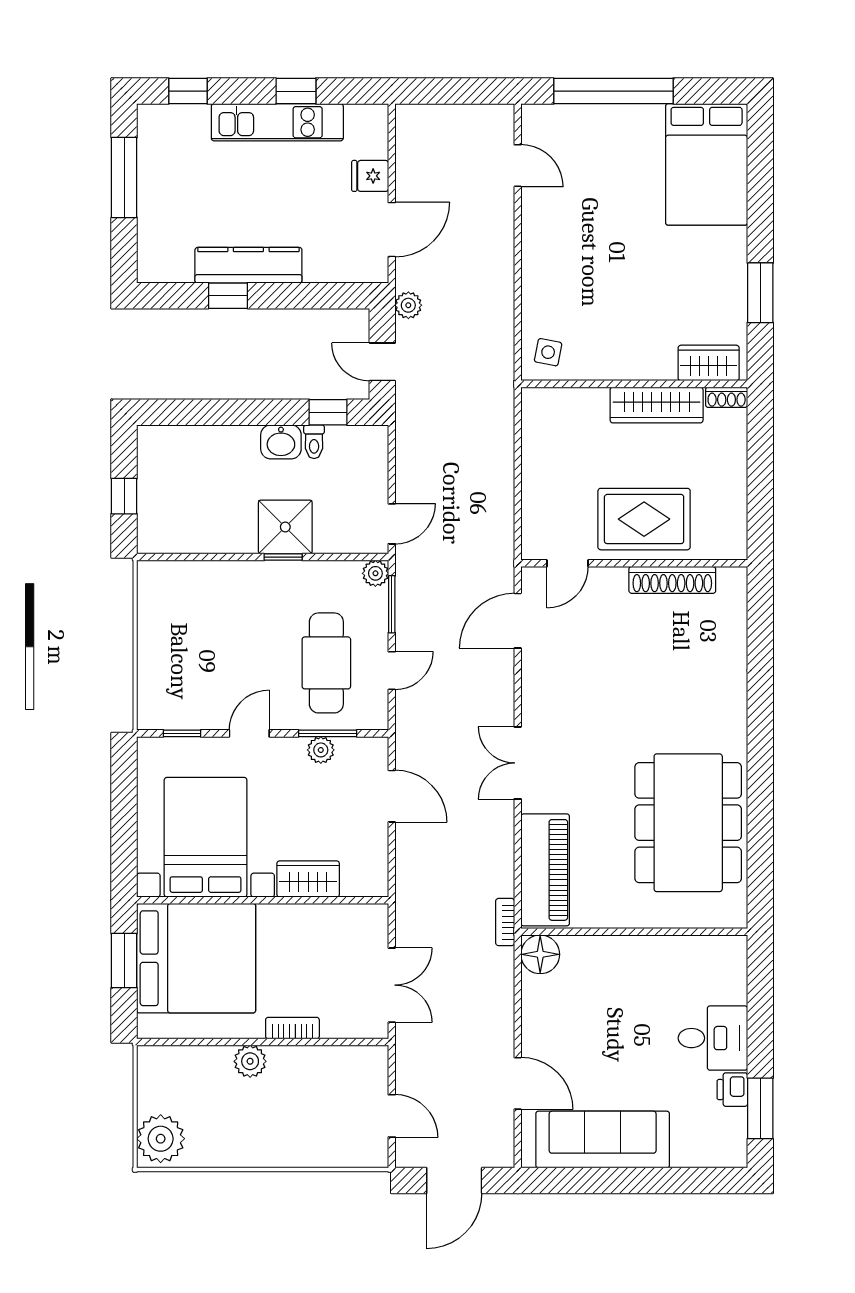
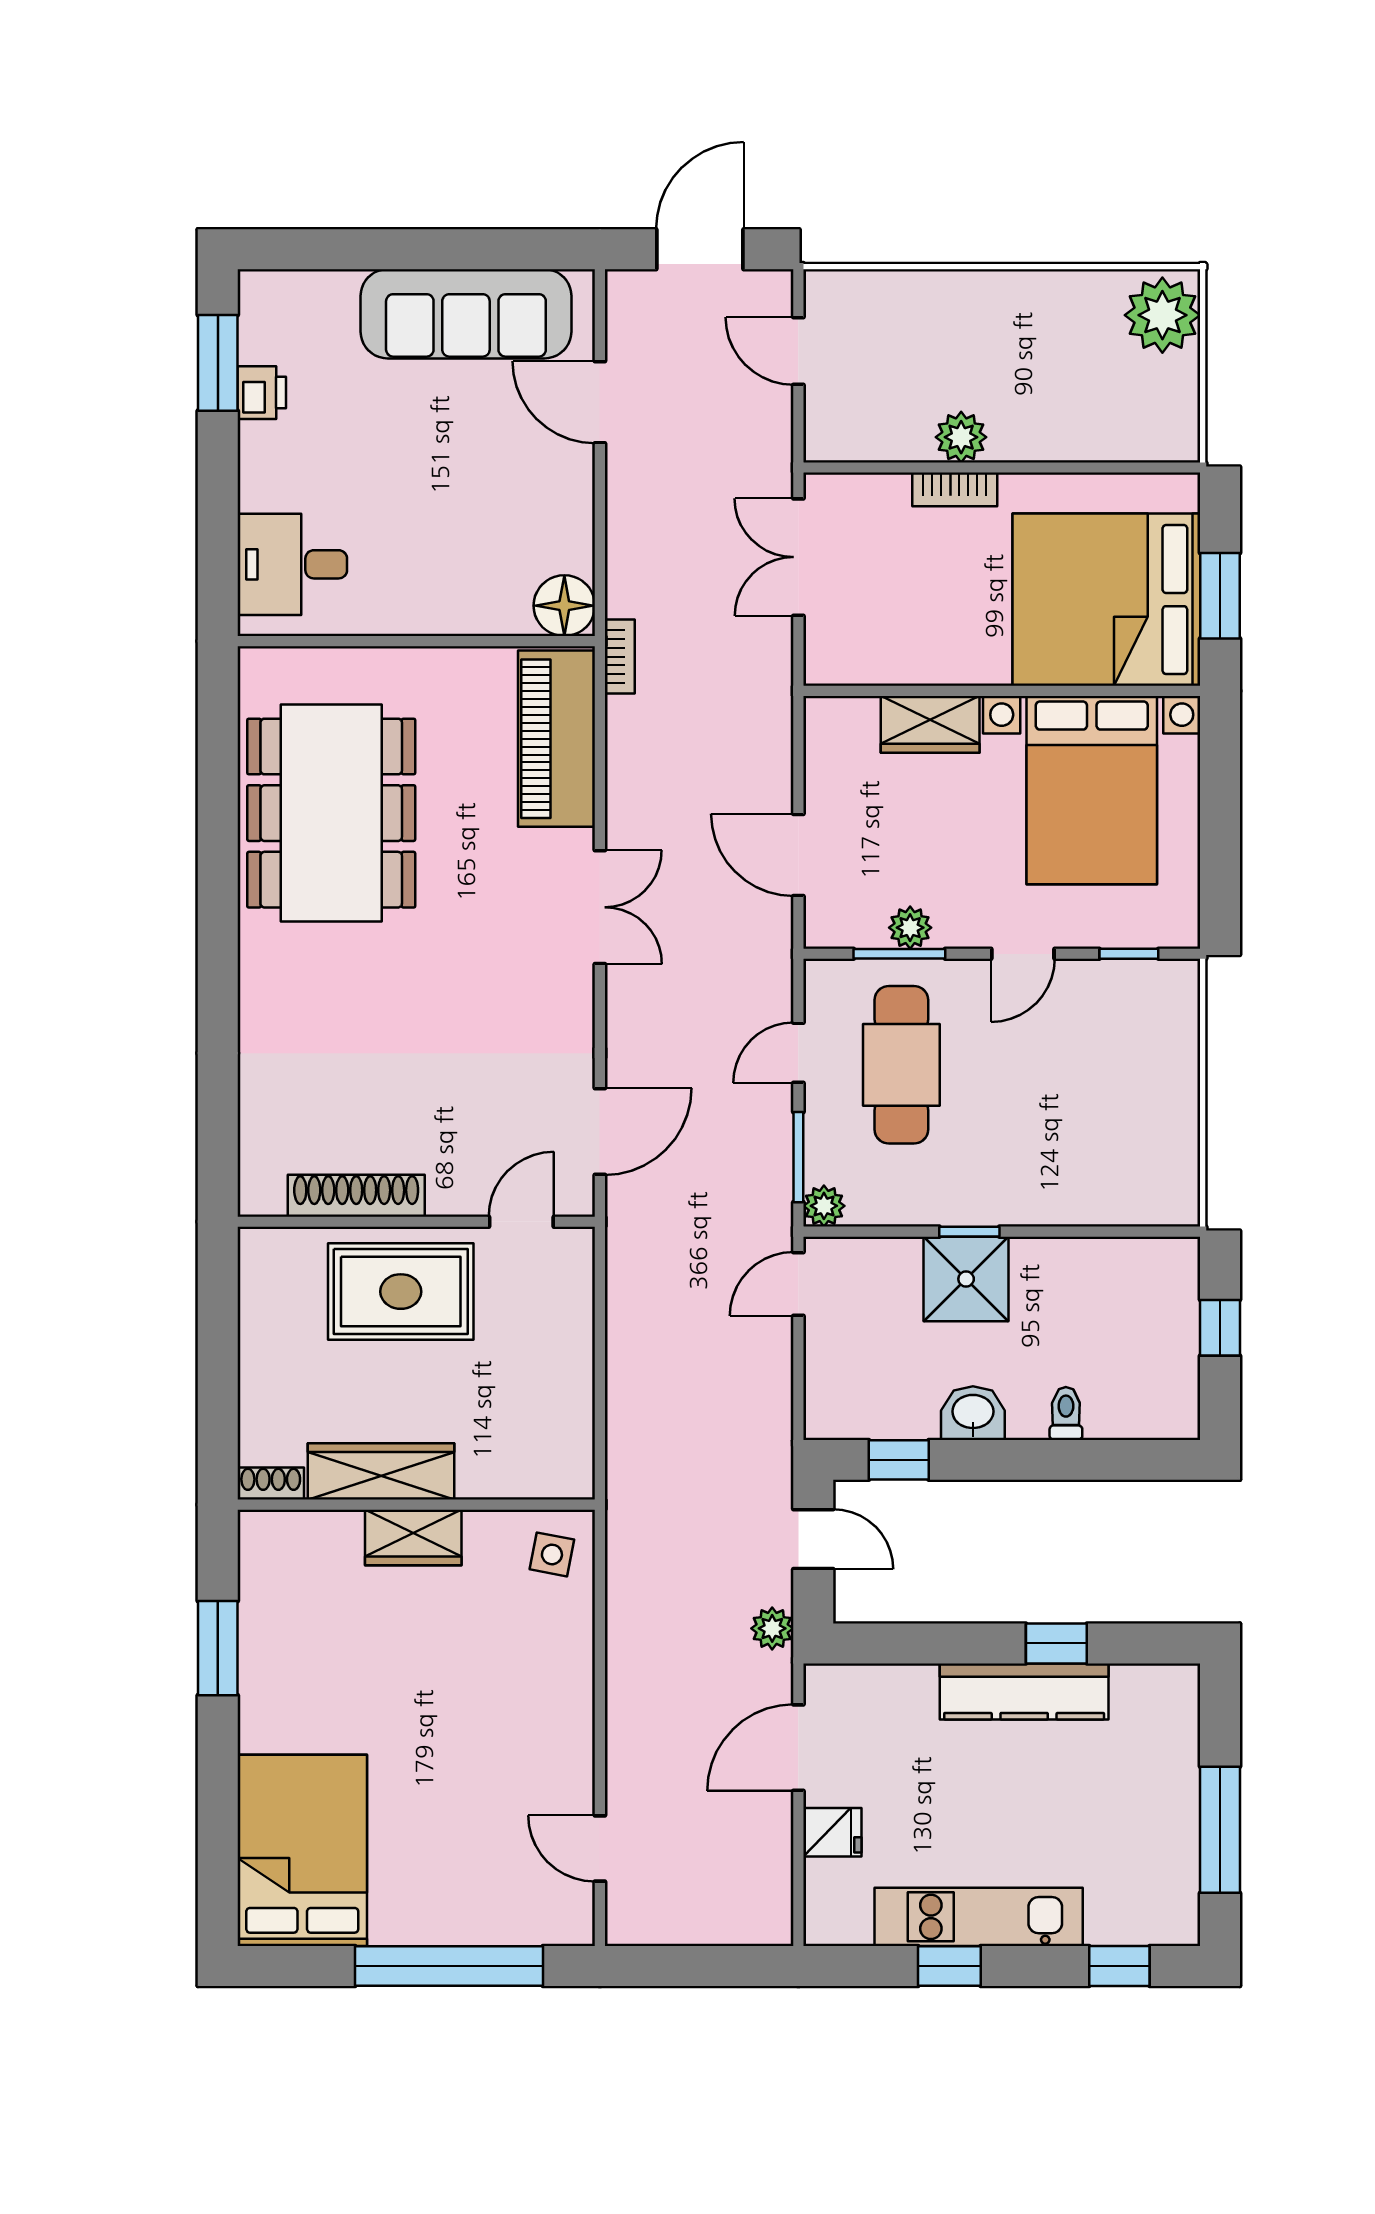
wardrobe: (709, 363) -> (413, 1537), moved
toilet: (314, 442) -> (1066, 1413), moved
desk: (713, 1038) -> (292, 564), moved
plant: (250, 1061) -> (961, 437), moved

